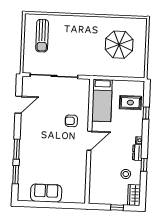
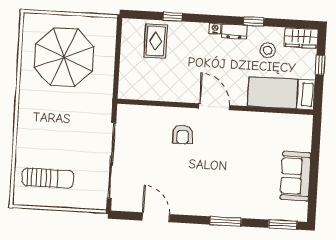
parasol: (119, 45) -> (64, 57), width x1.36, depth x1.36
bed: (102, 100) -> (281, 93), moved, turned 180
window: (16, 175) -> (283, 225), moved

